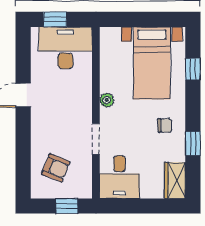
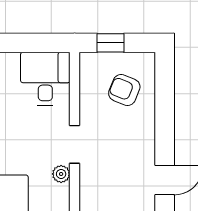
doorway: (96, 139) -> (75, 144), moved

